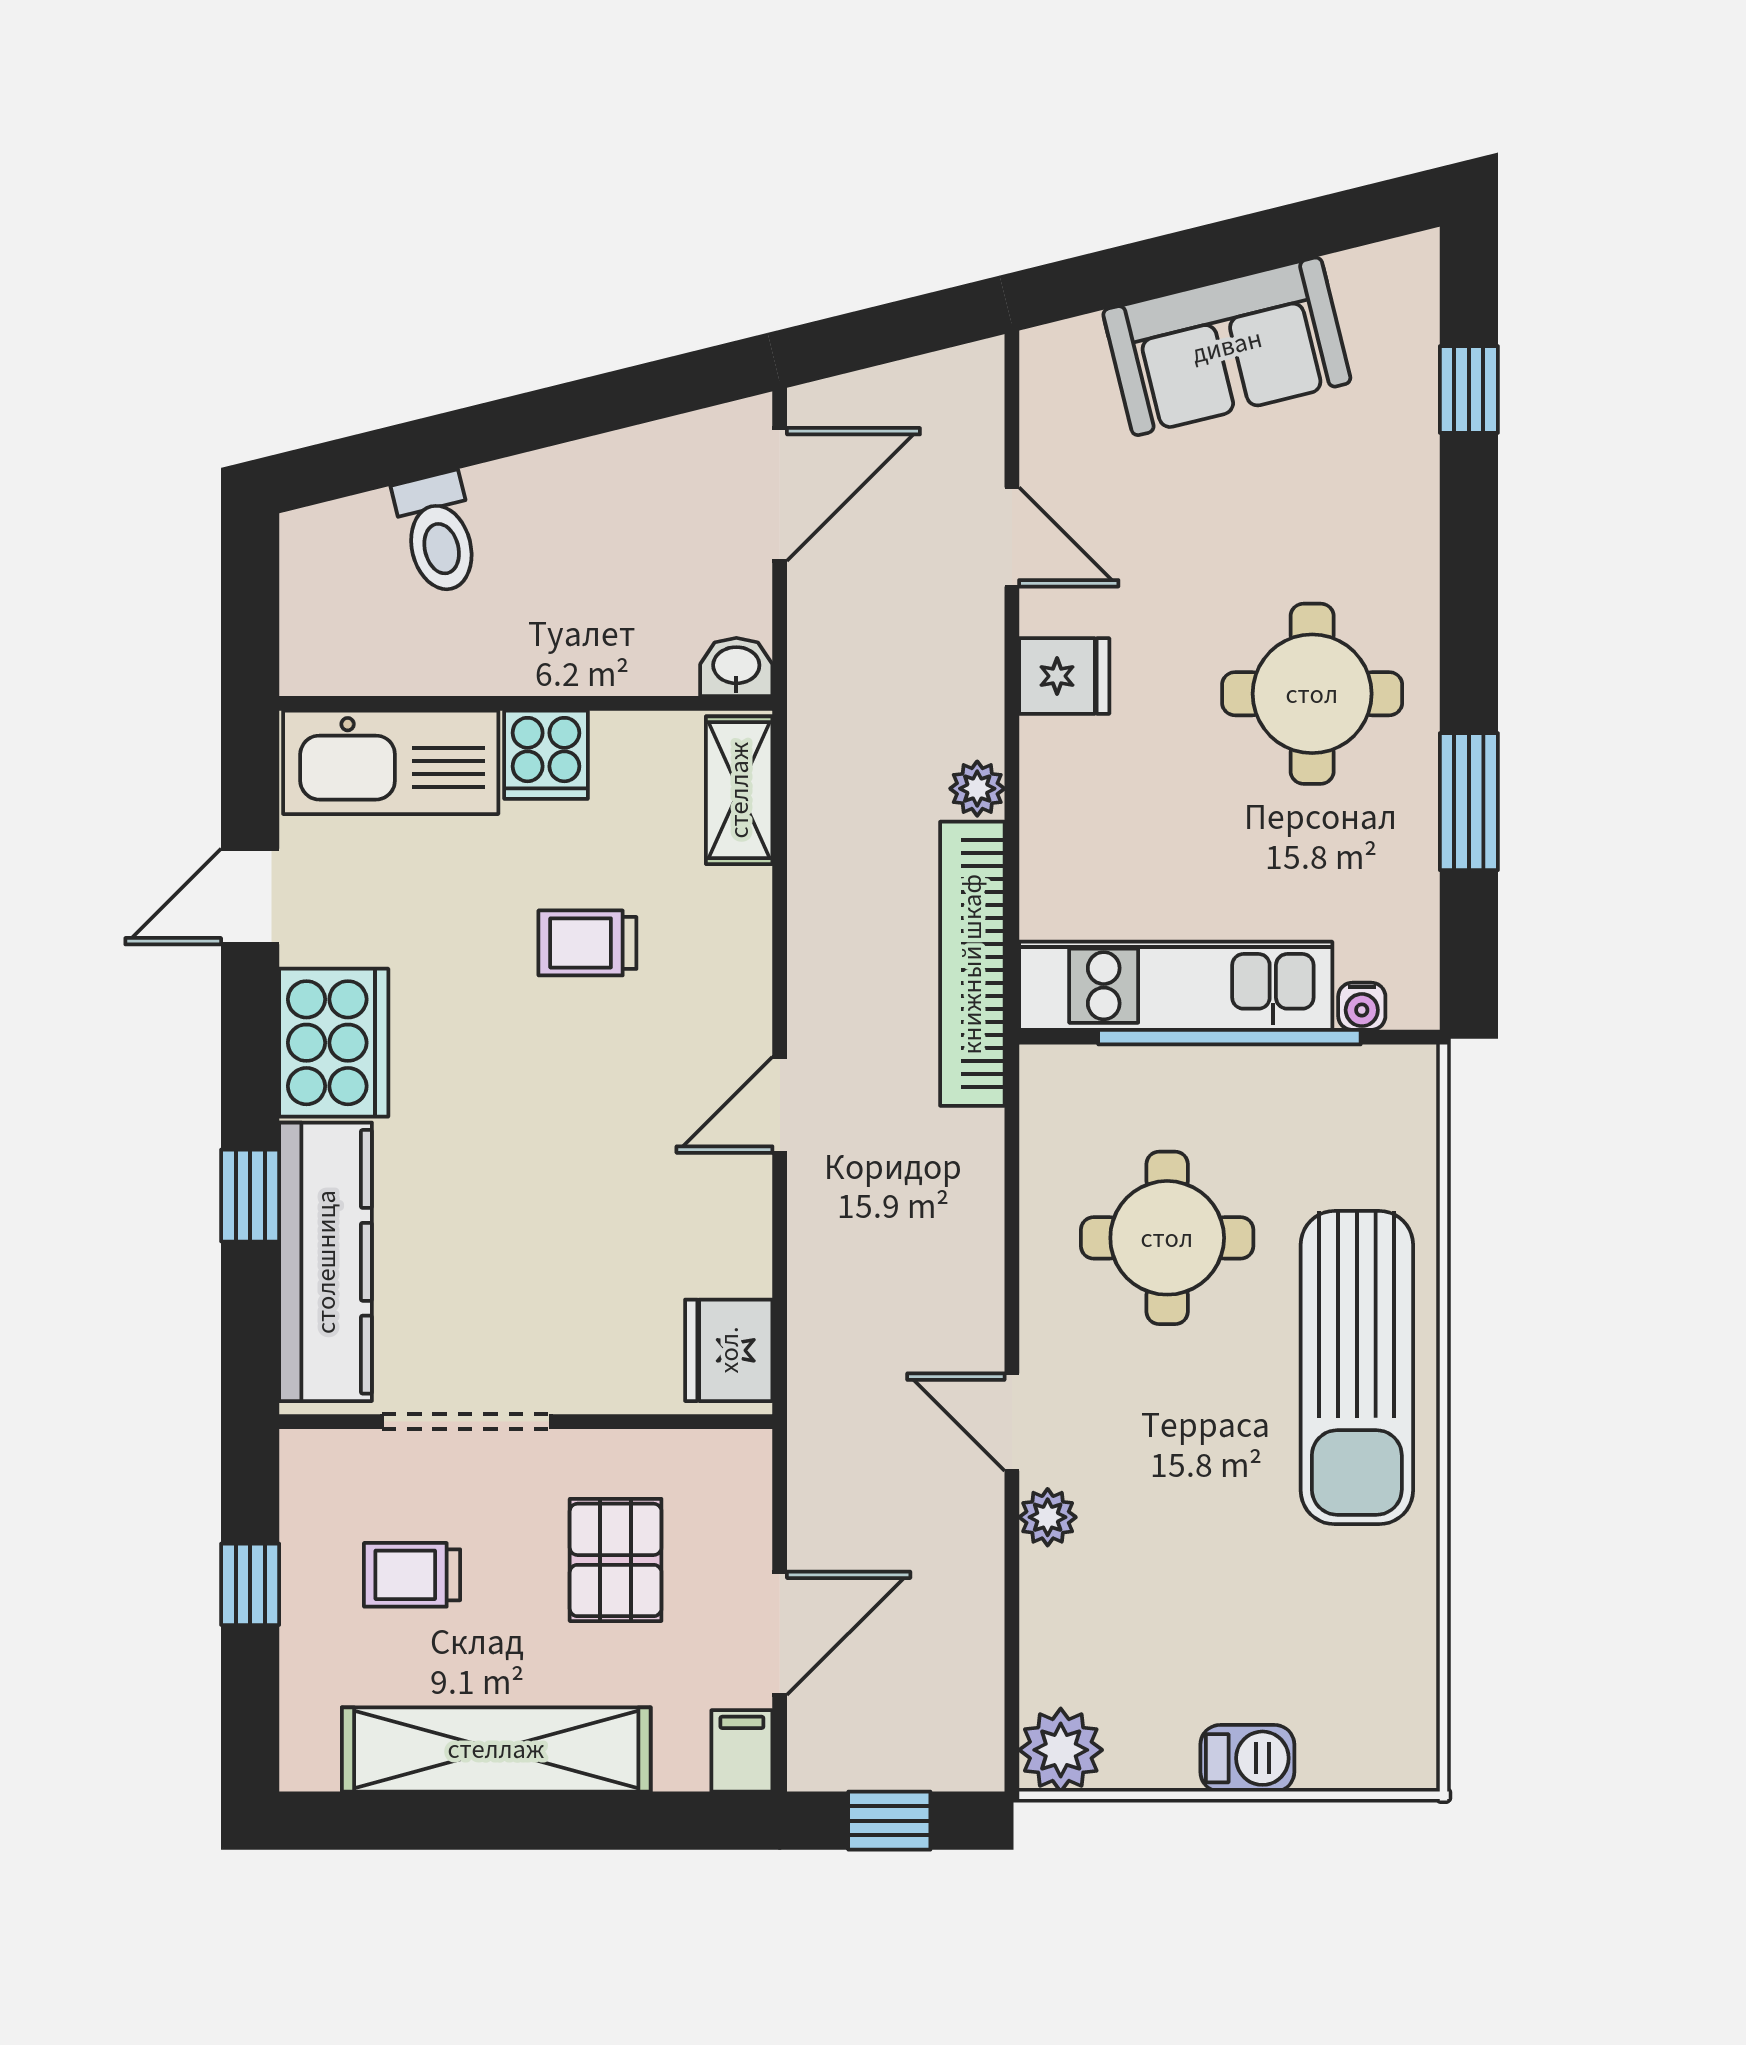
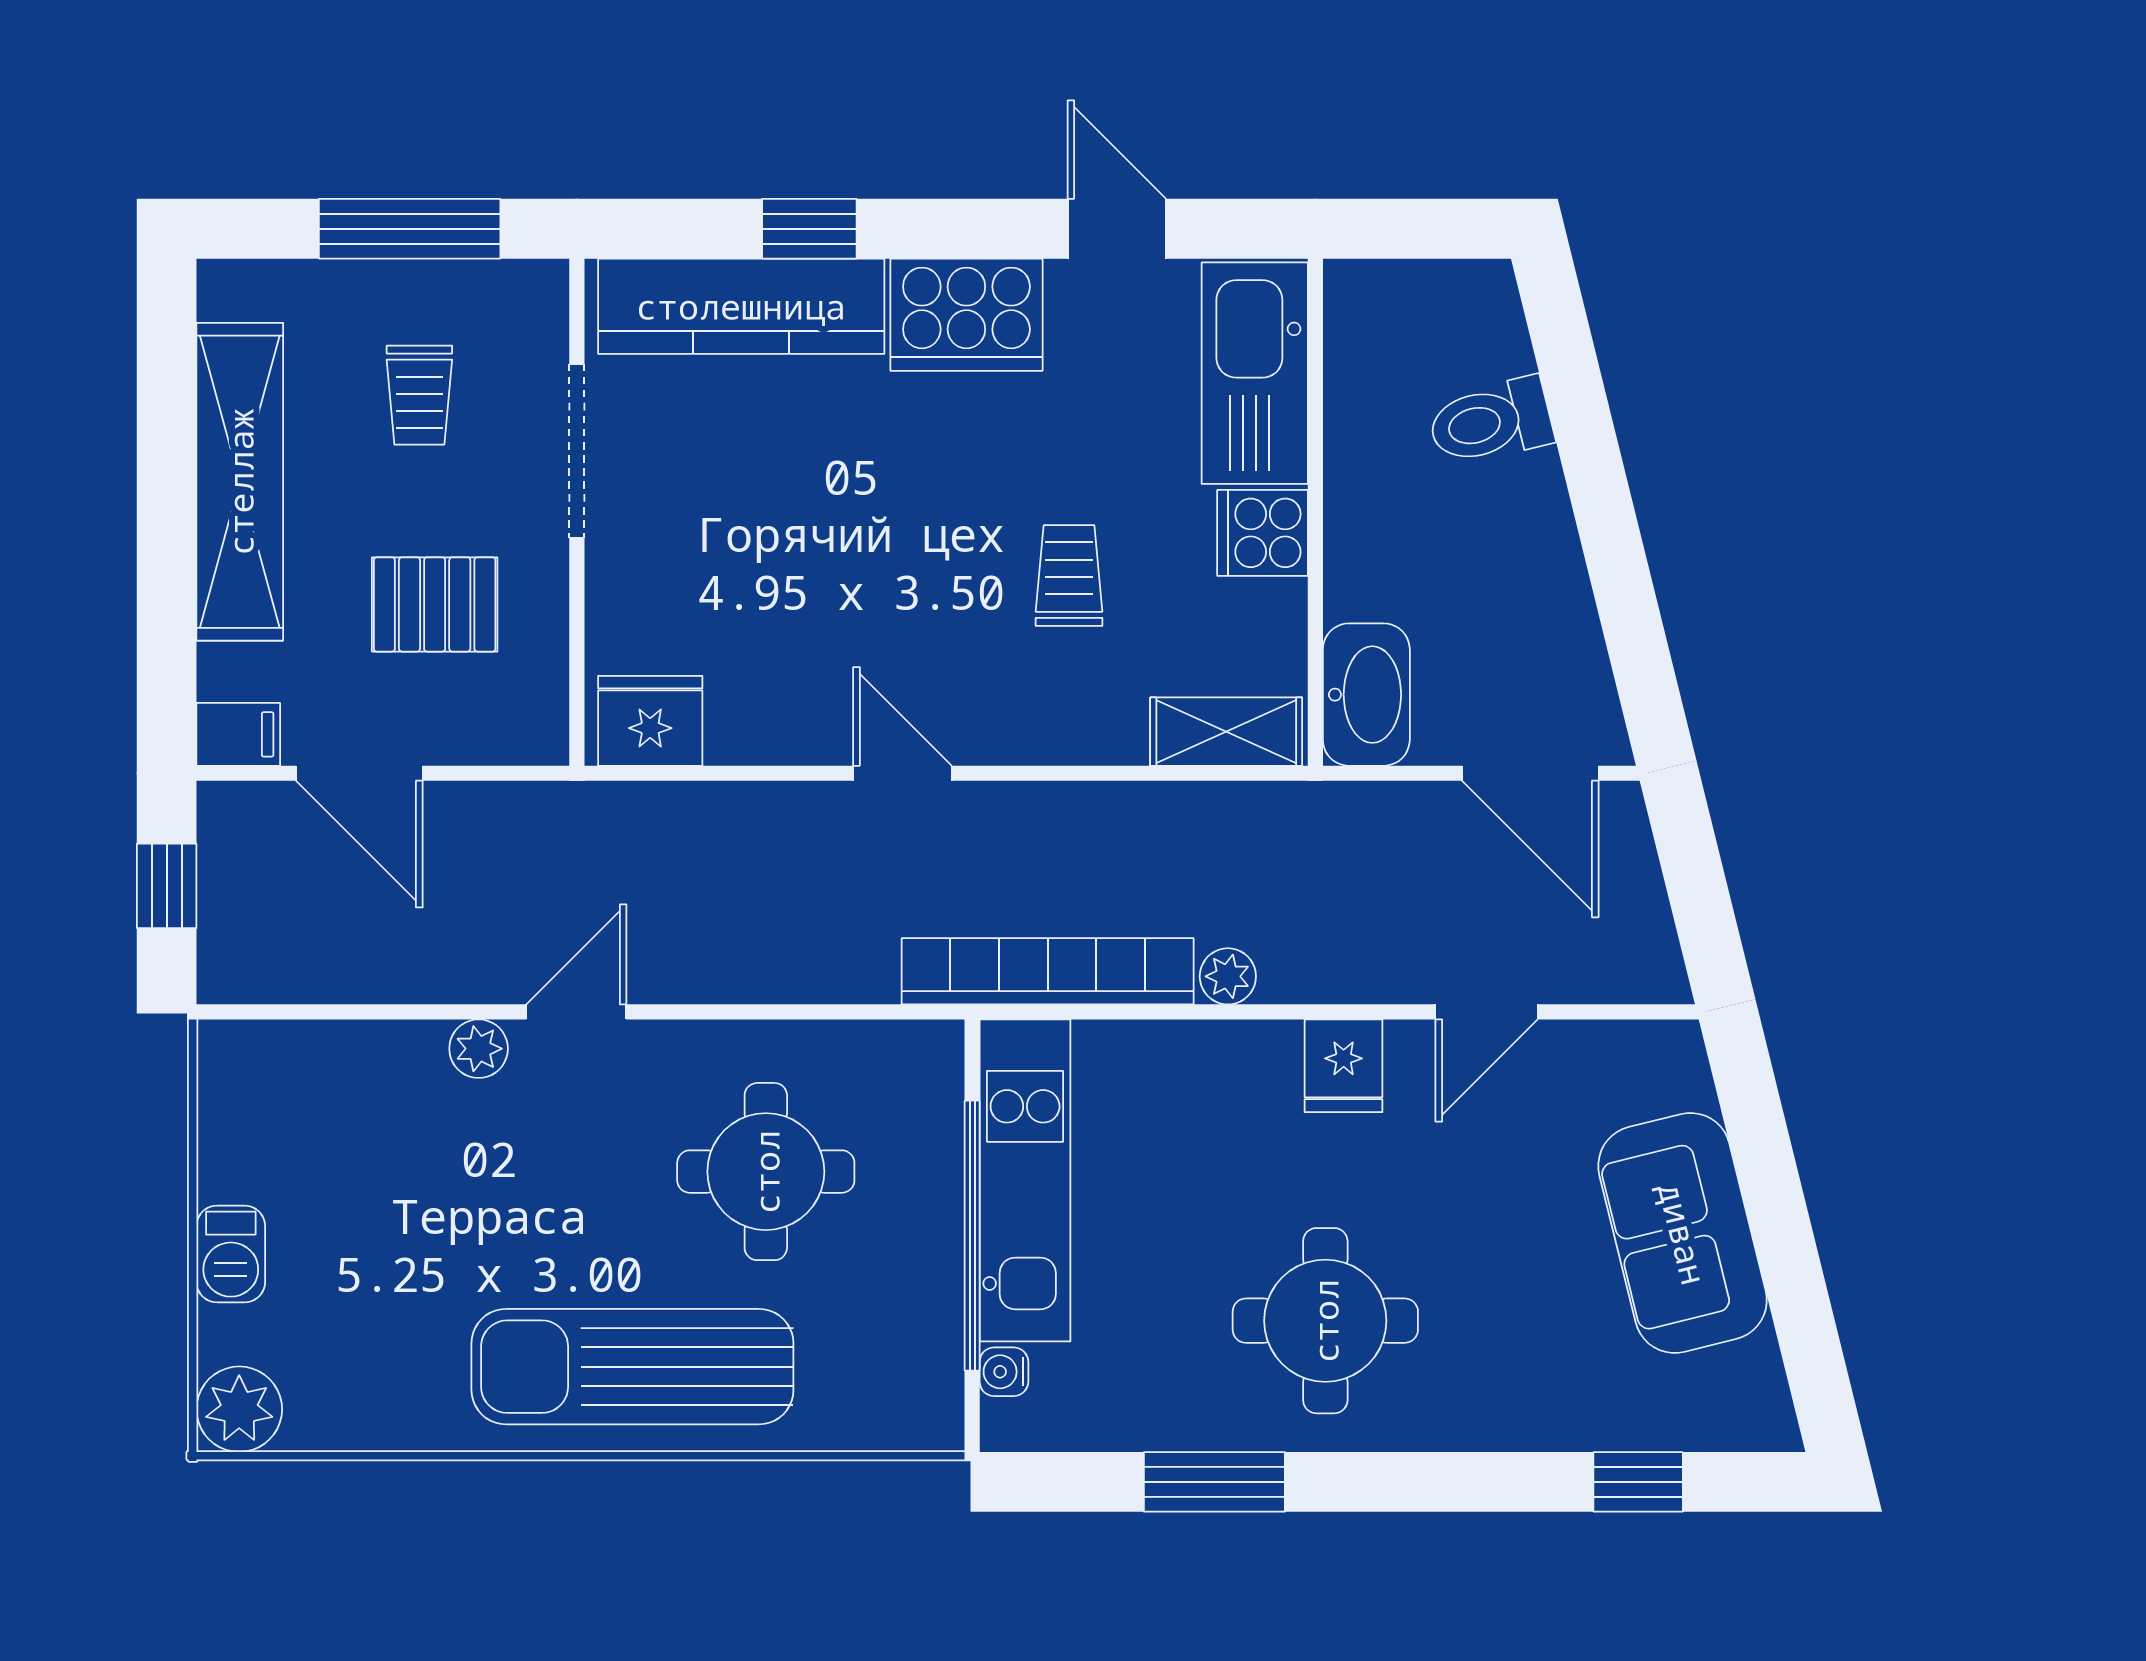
washbasin: (736, 667) -> (1366, 695), width x1.91, depth x1.45
trolley: (412, 1575) -> (419, 395), turned 180
window: (250, 1584) -> (410, 229), width x2.17
plant: (1061, 1750) -> (239, 1409), moved

